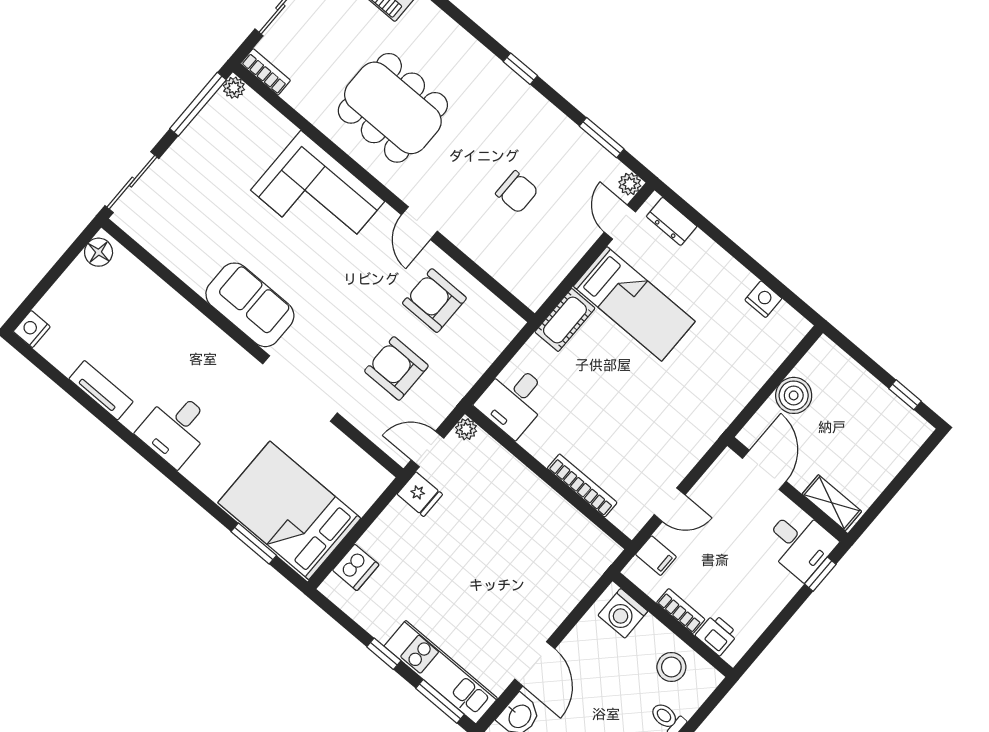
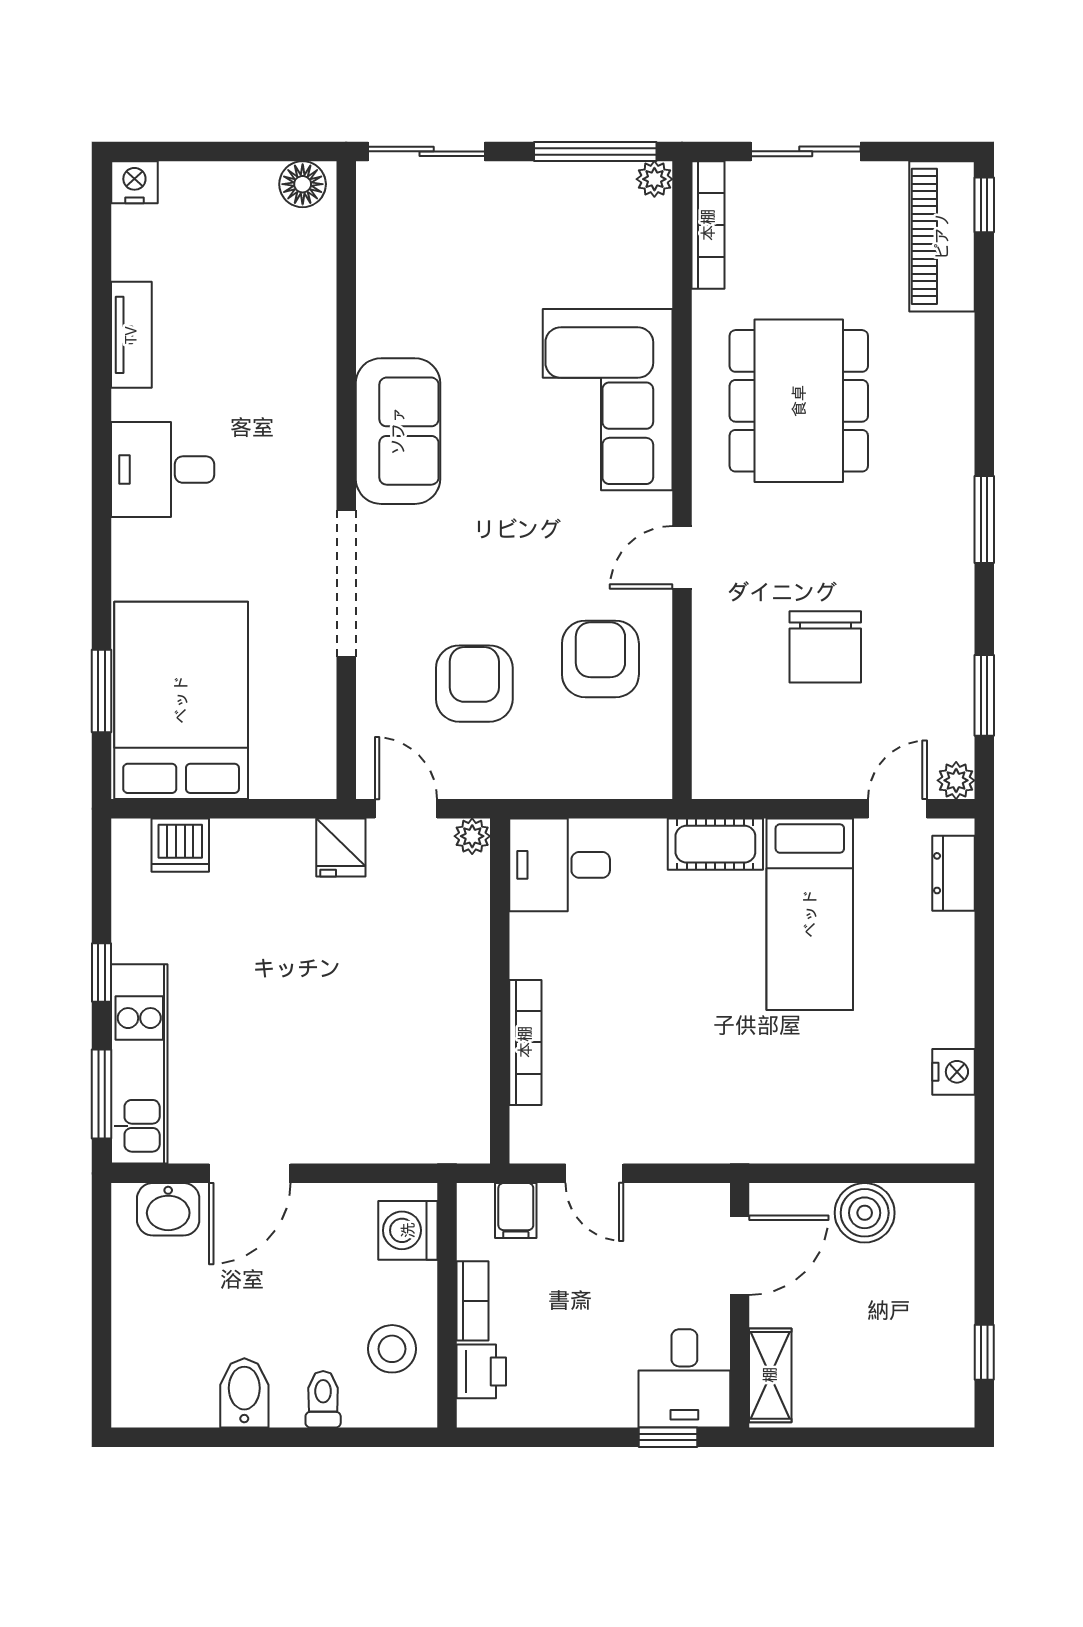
window: (520, 69) -> (984, 520), width x1.50
bookcase: (265, 72) -> (708, 225), width x1.56
chair: (517, 192) -> (825, 647), width x1.37, depth x1.37

